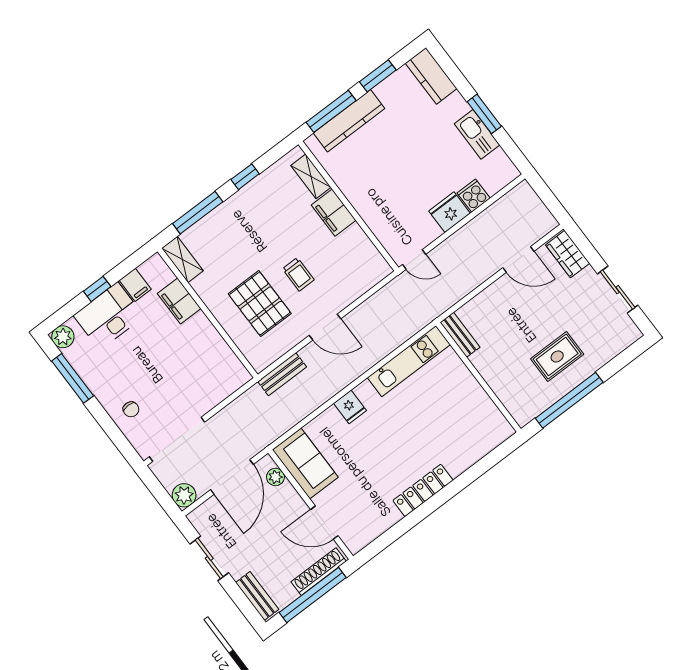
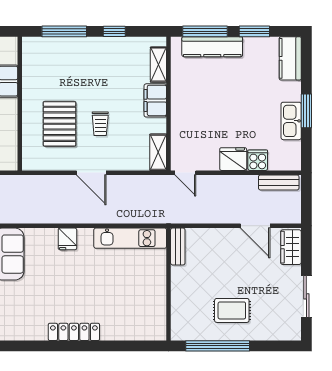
shelving: (182, 259) -> (158, 152), moved
bench: (282, 374) -> (279, 182), moved

